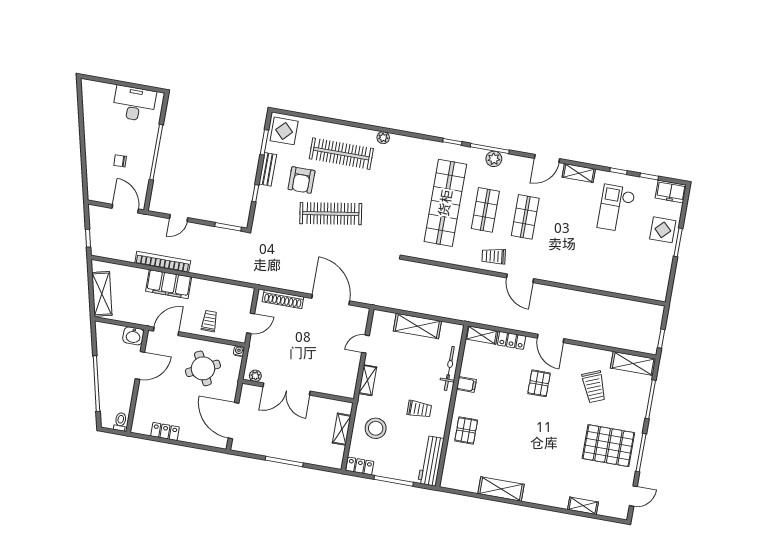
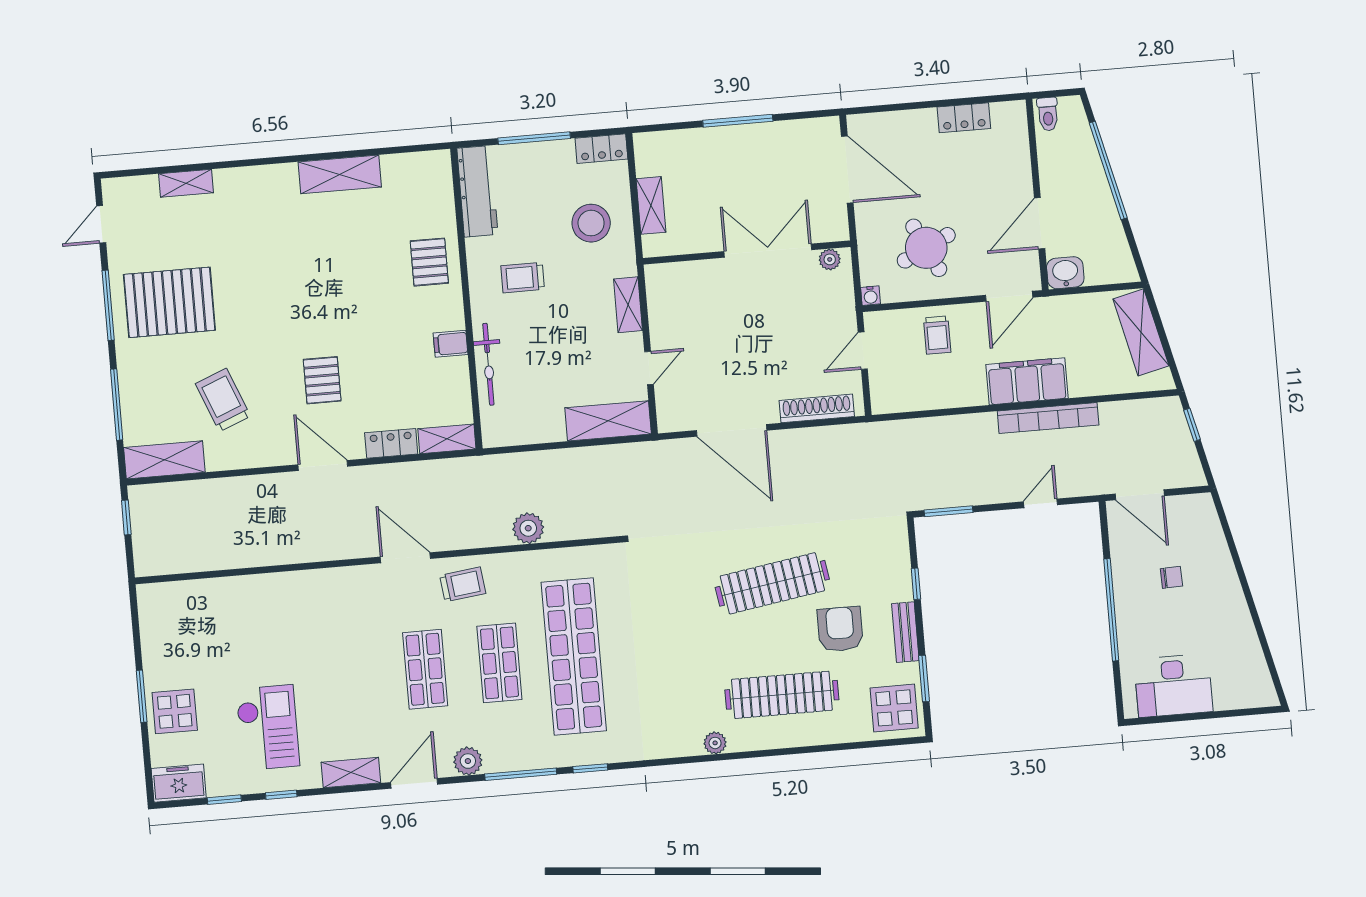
plant: (494, 159) -> (468, 761), moved
plant: (451, 277) -> (528, 528), added
shelving: (417, 326) -> (608, 421), moved

